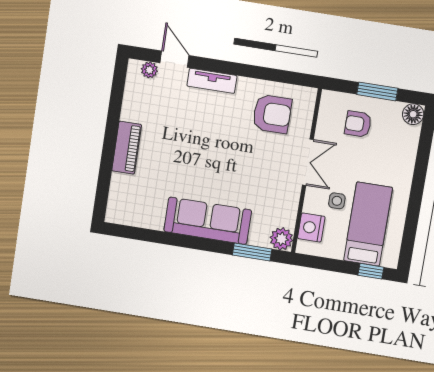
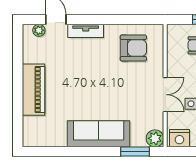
piano: (127, 148) -> (34, 90), width x1.37, depth x1.33
double door: (308, 162) -> (165, 95), moved
nightstand: (311, 228) -> (179, 138), moved, turned -90

